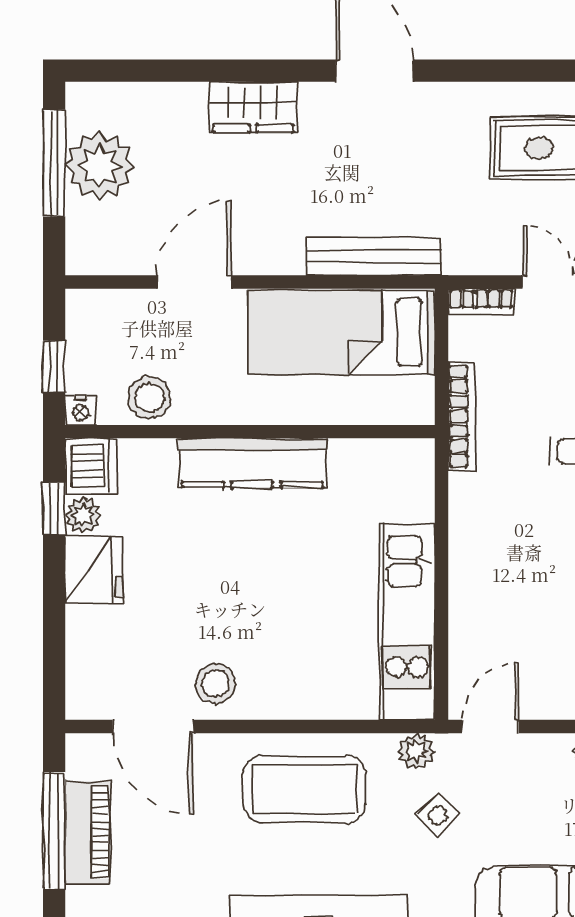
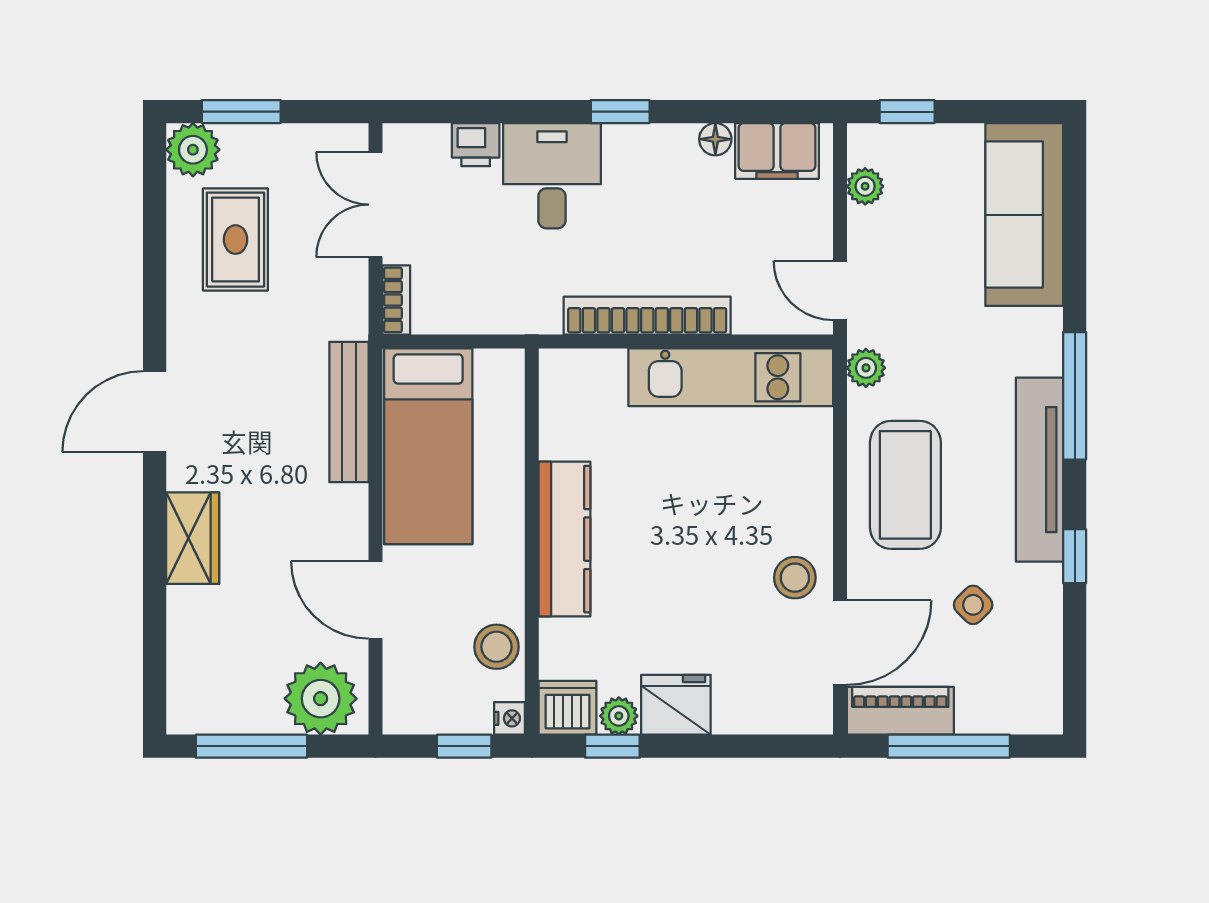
plant: (100, 166) -> (321, 699), moved
bookcase: (462, 416) -> (647, 316), moved, width x1.48, depth x1.31
side table: (438, 815) -> (973, 605), moved
piano: (88, 832) -> (900, 711), moved

